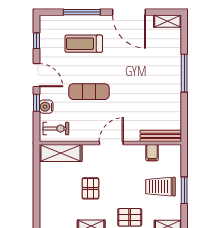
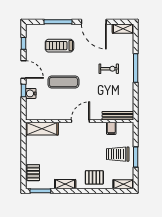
exercise bike: (56, 129) -> (109, 69), moved
pallet: (90, 188) -> (33, 173), moved

